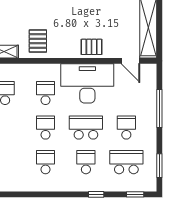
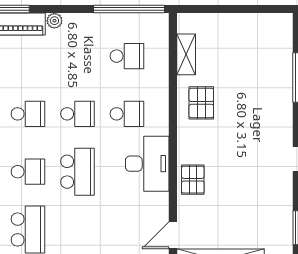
pallet: (38, 41) -> (201, 103), turned 90
desk: (87, 83) -> (147, 164), width x0.73, depth x0.77
school desk: (126, 128) -> (77, 229), removed

